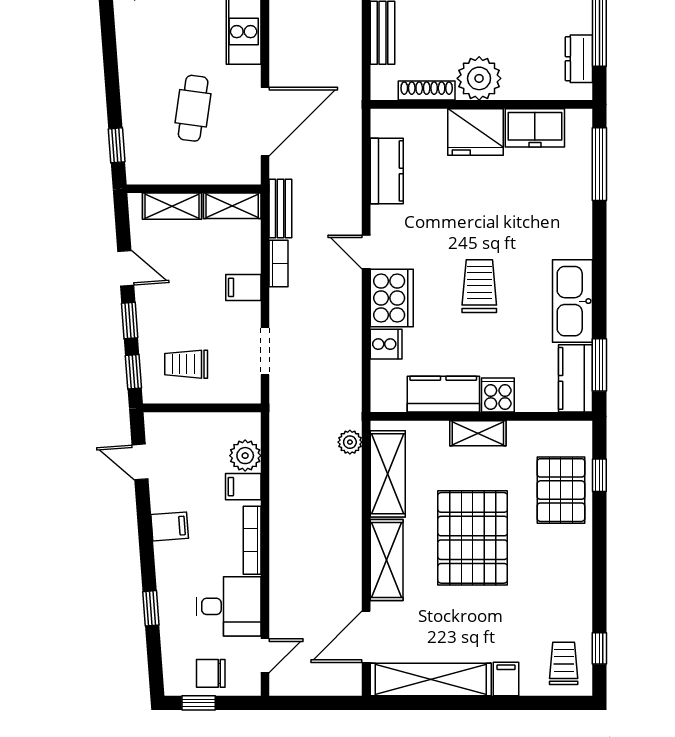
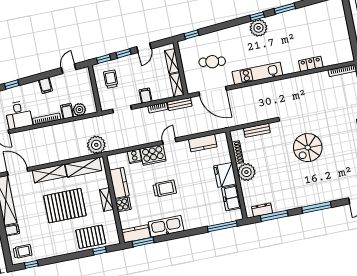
plant: (350, 442) -> (96, 145), width x1.87, depth x1.87

